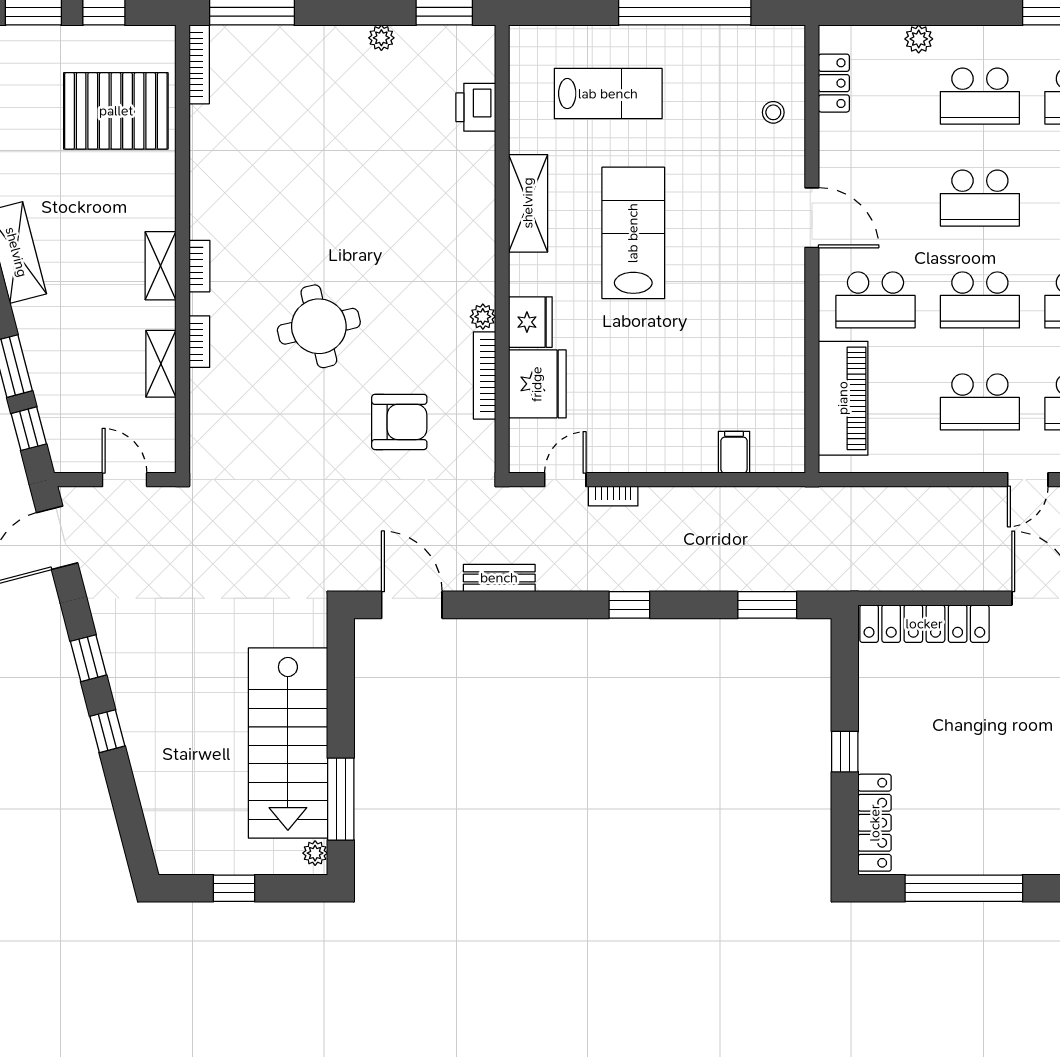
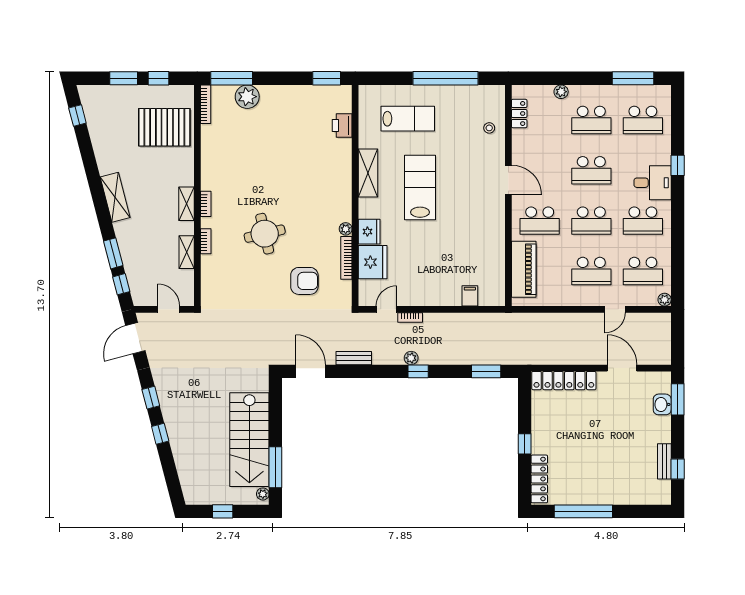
plant: (381, 38) -> (247, 97), moved, width x1.87, depth x1.87
plant: (615, 578) -> (411, 358), added

